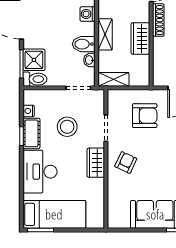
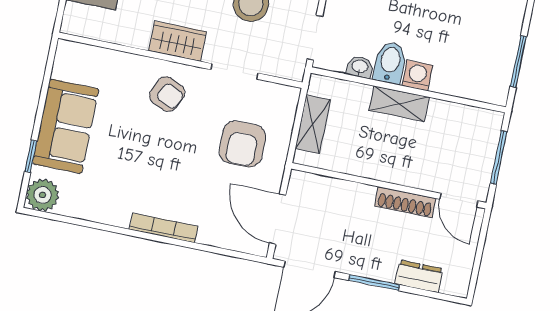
washing machine: (88, 14) -> (417, 75), moved
wardrobe: (140, 38) -> (379, 164), removed
shelving: (113, 79) -> (313, 124), moved

